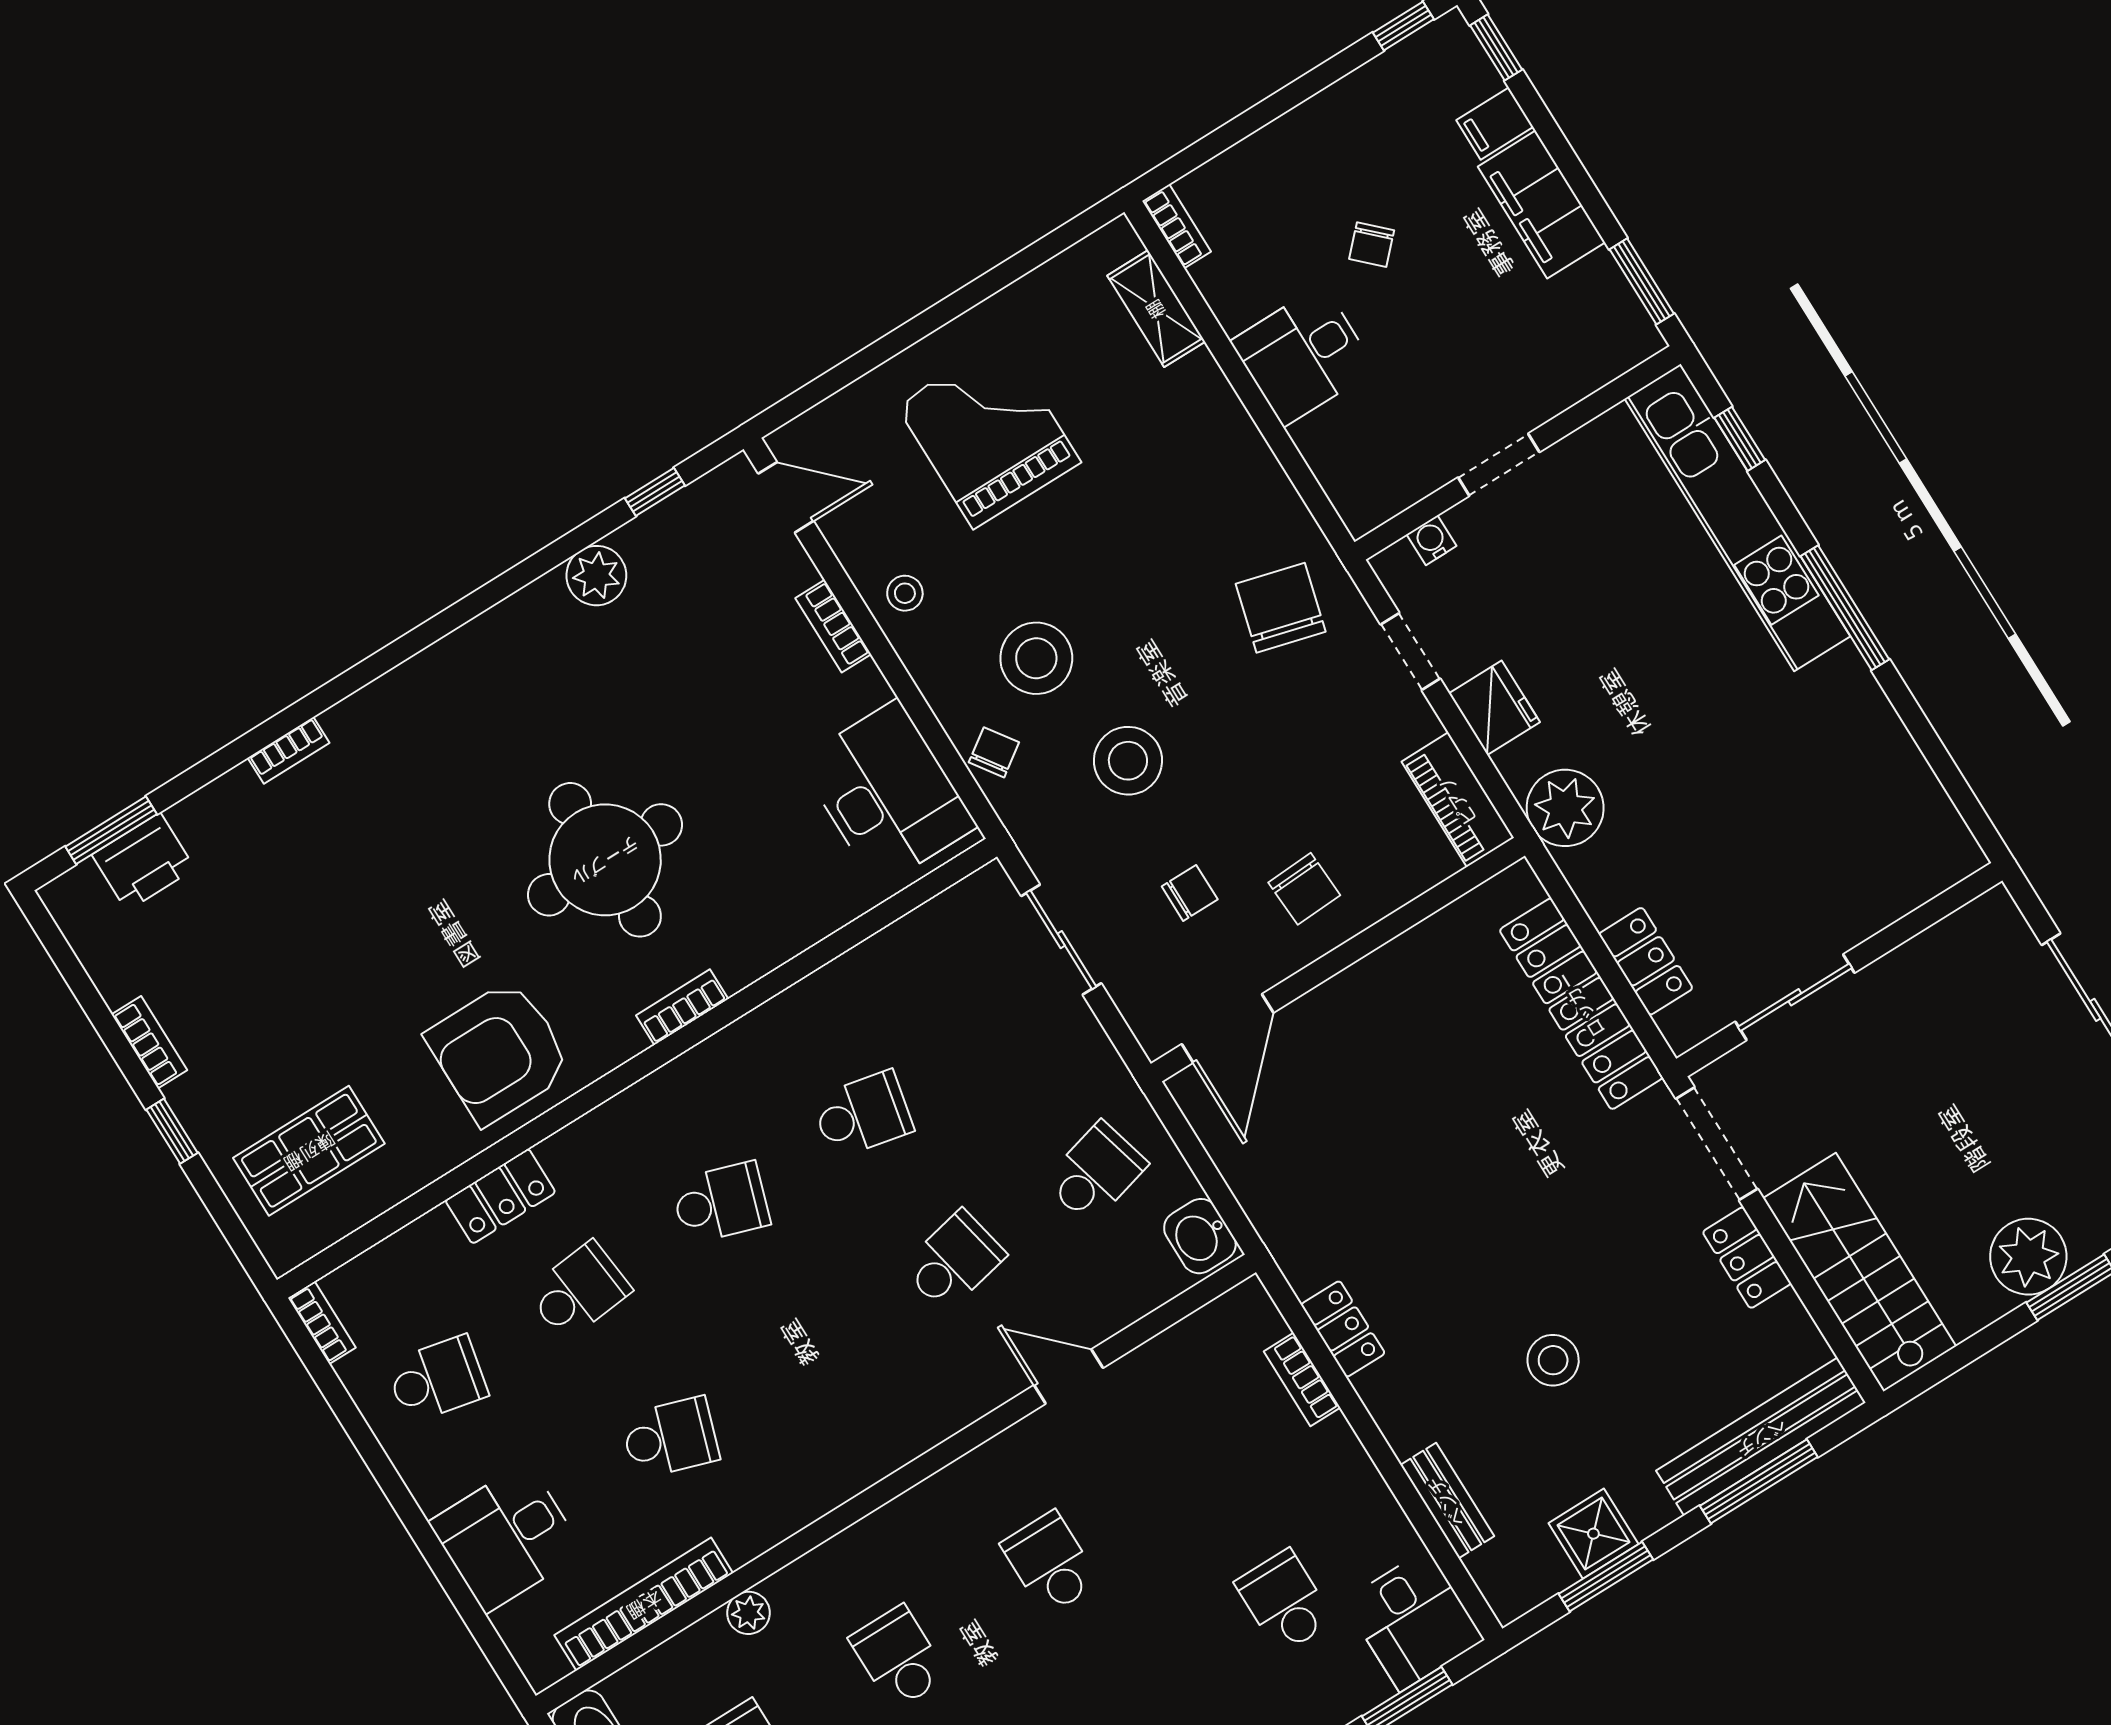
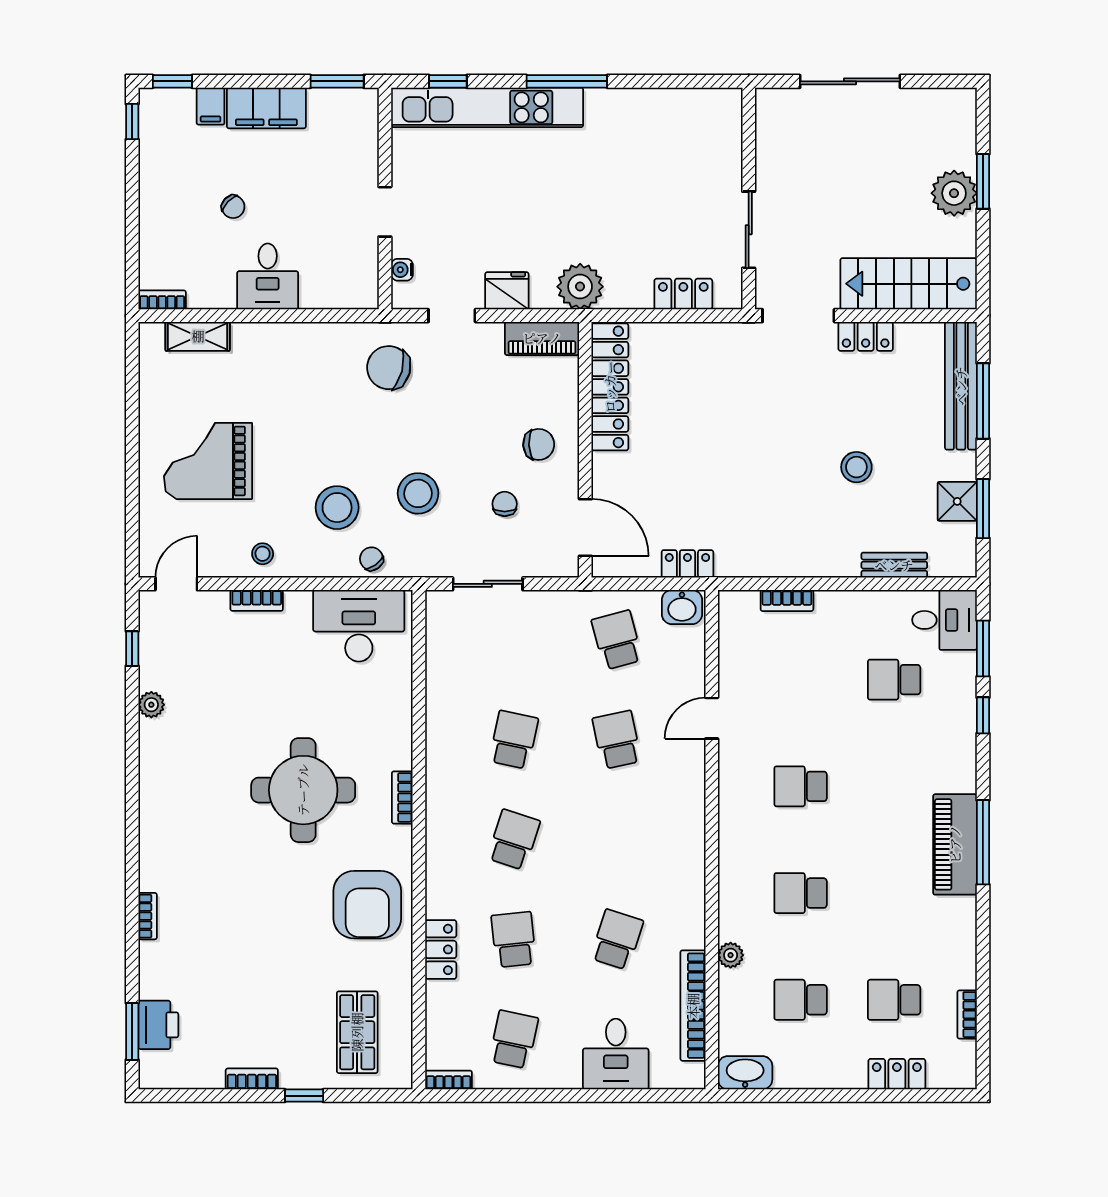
plant: (596, 576) -> (151, 705), width x0.73, depth x0.73
locker: (1581, 1004) -> (610, 387), moved, turned -90
locker: (1343, 1329) -> (687, 564), moved

